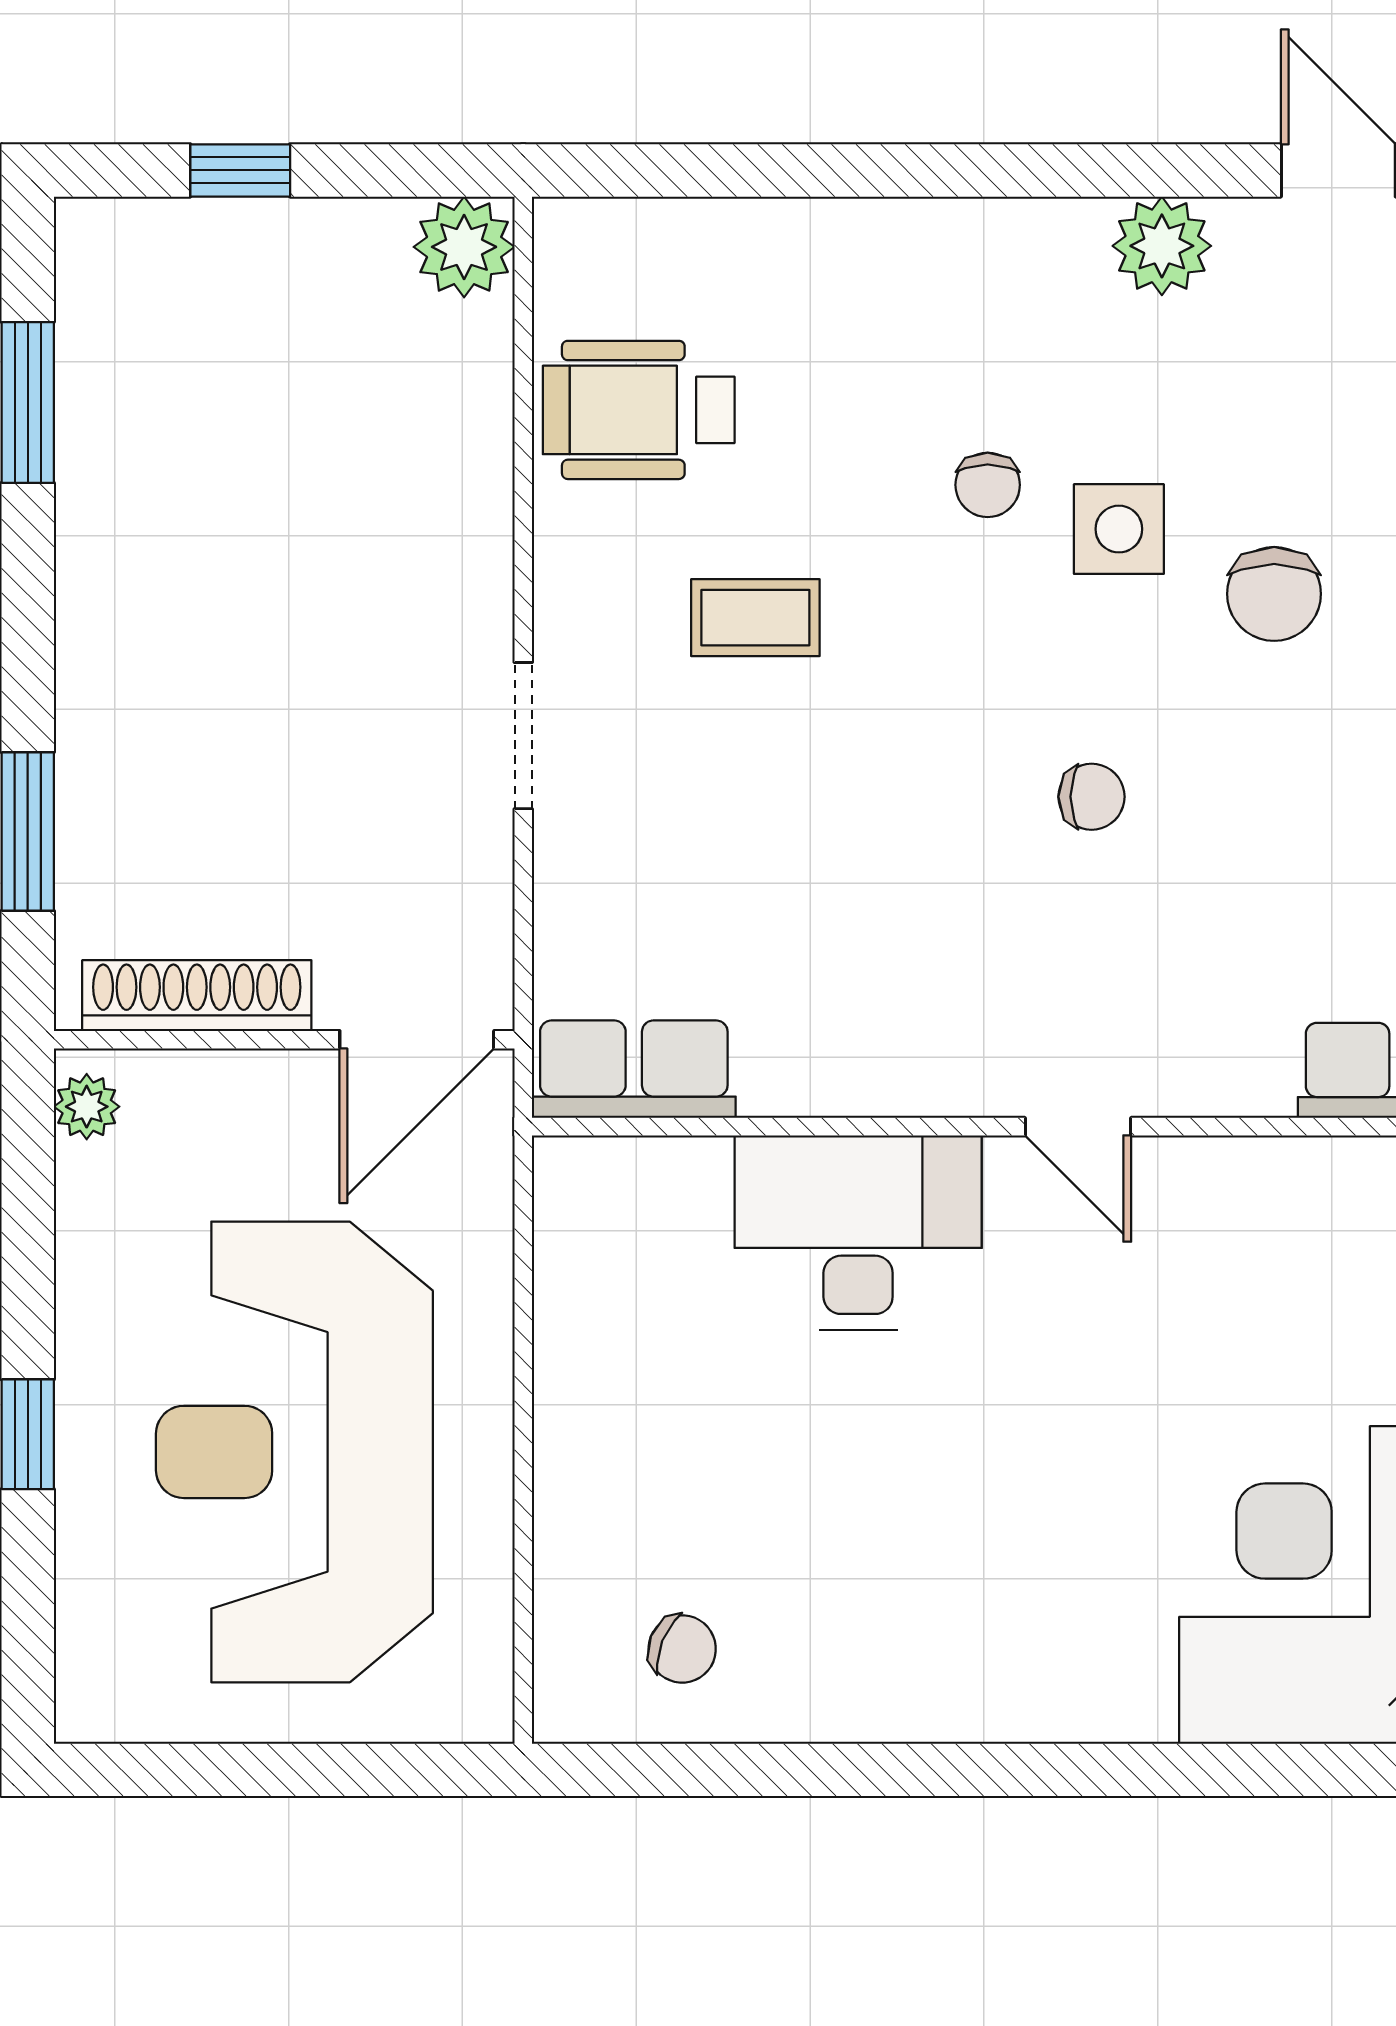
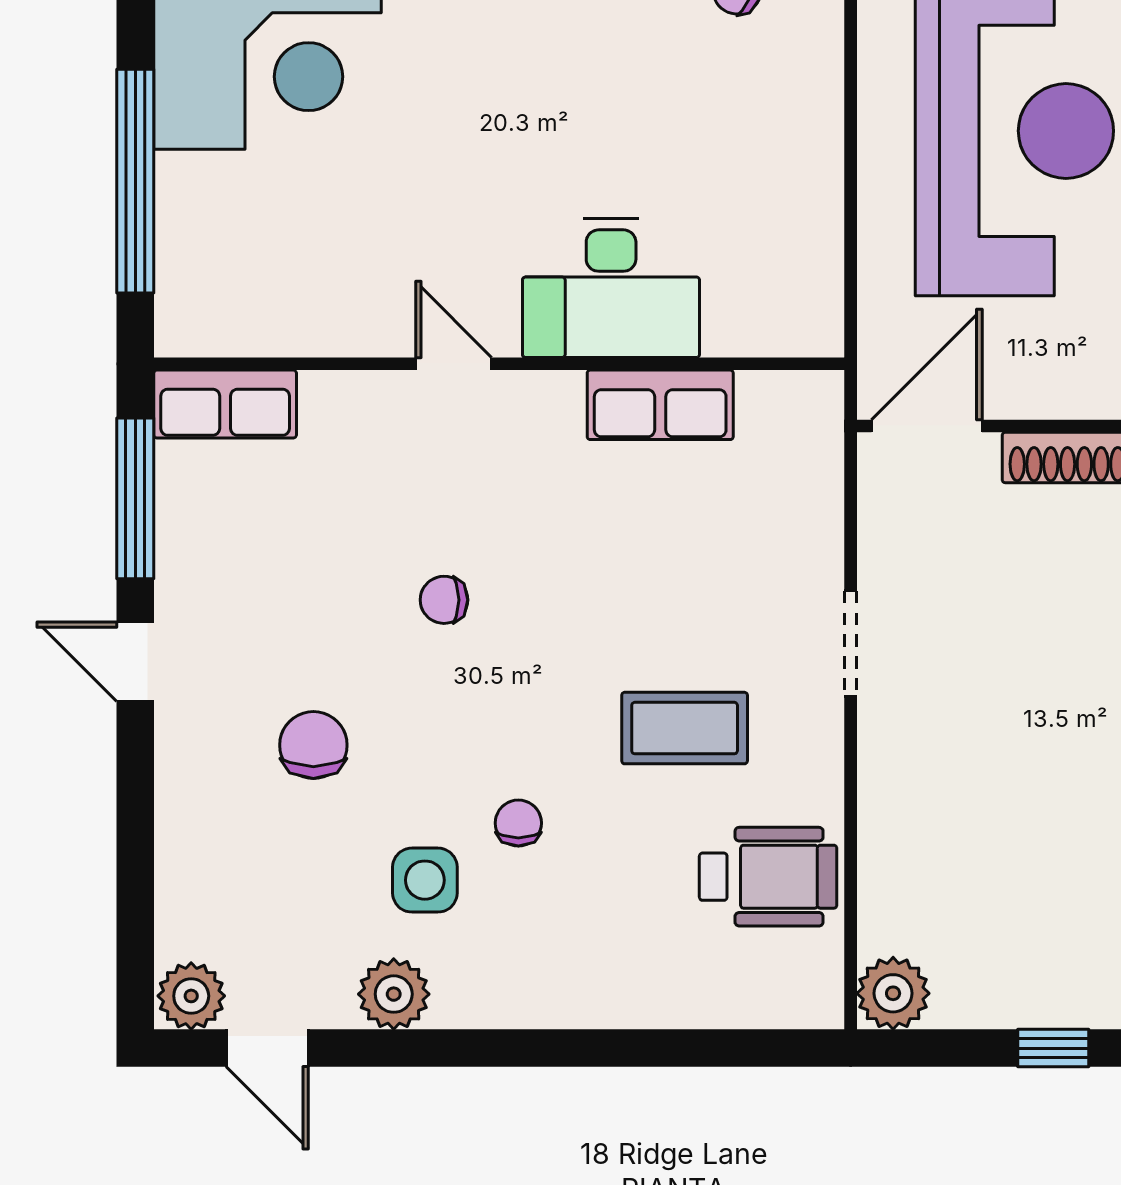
side table: (1119, 529) -> (425, 880), moved
coffee table: (755, 618) -> (685, 728), width x1.36, depth x1.30
row of seats: (634, 1069) -> (660, 405), moved

